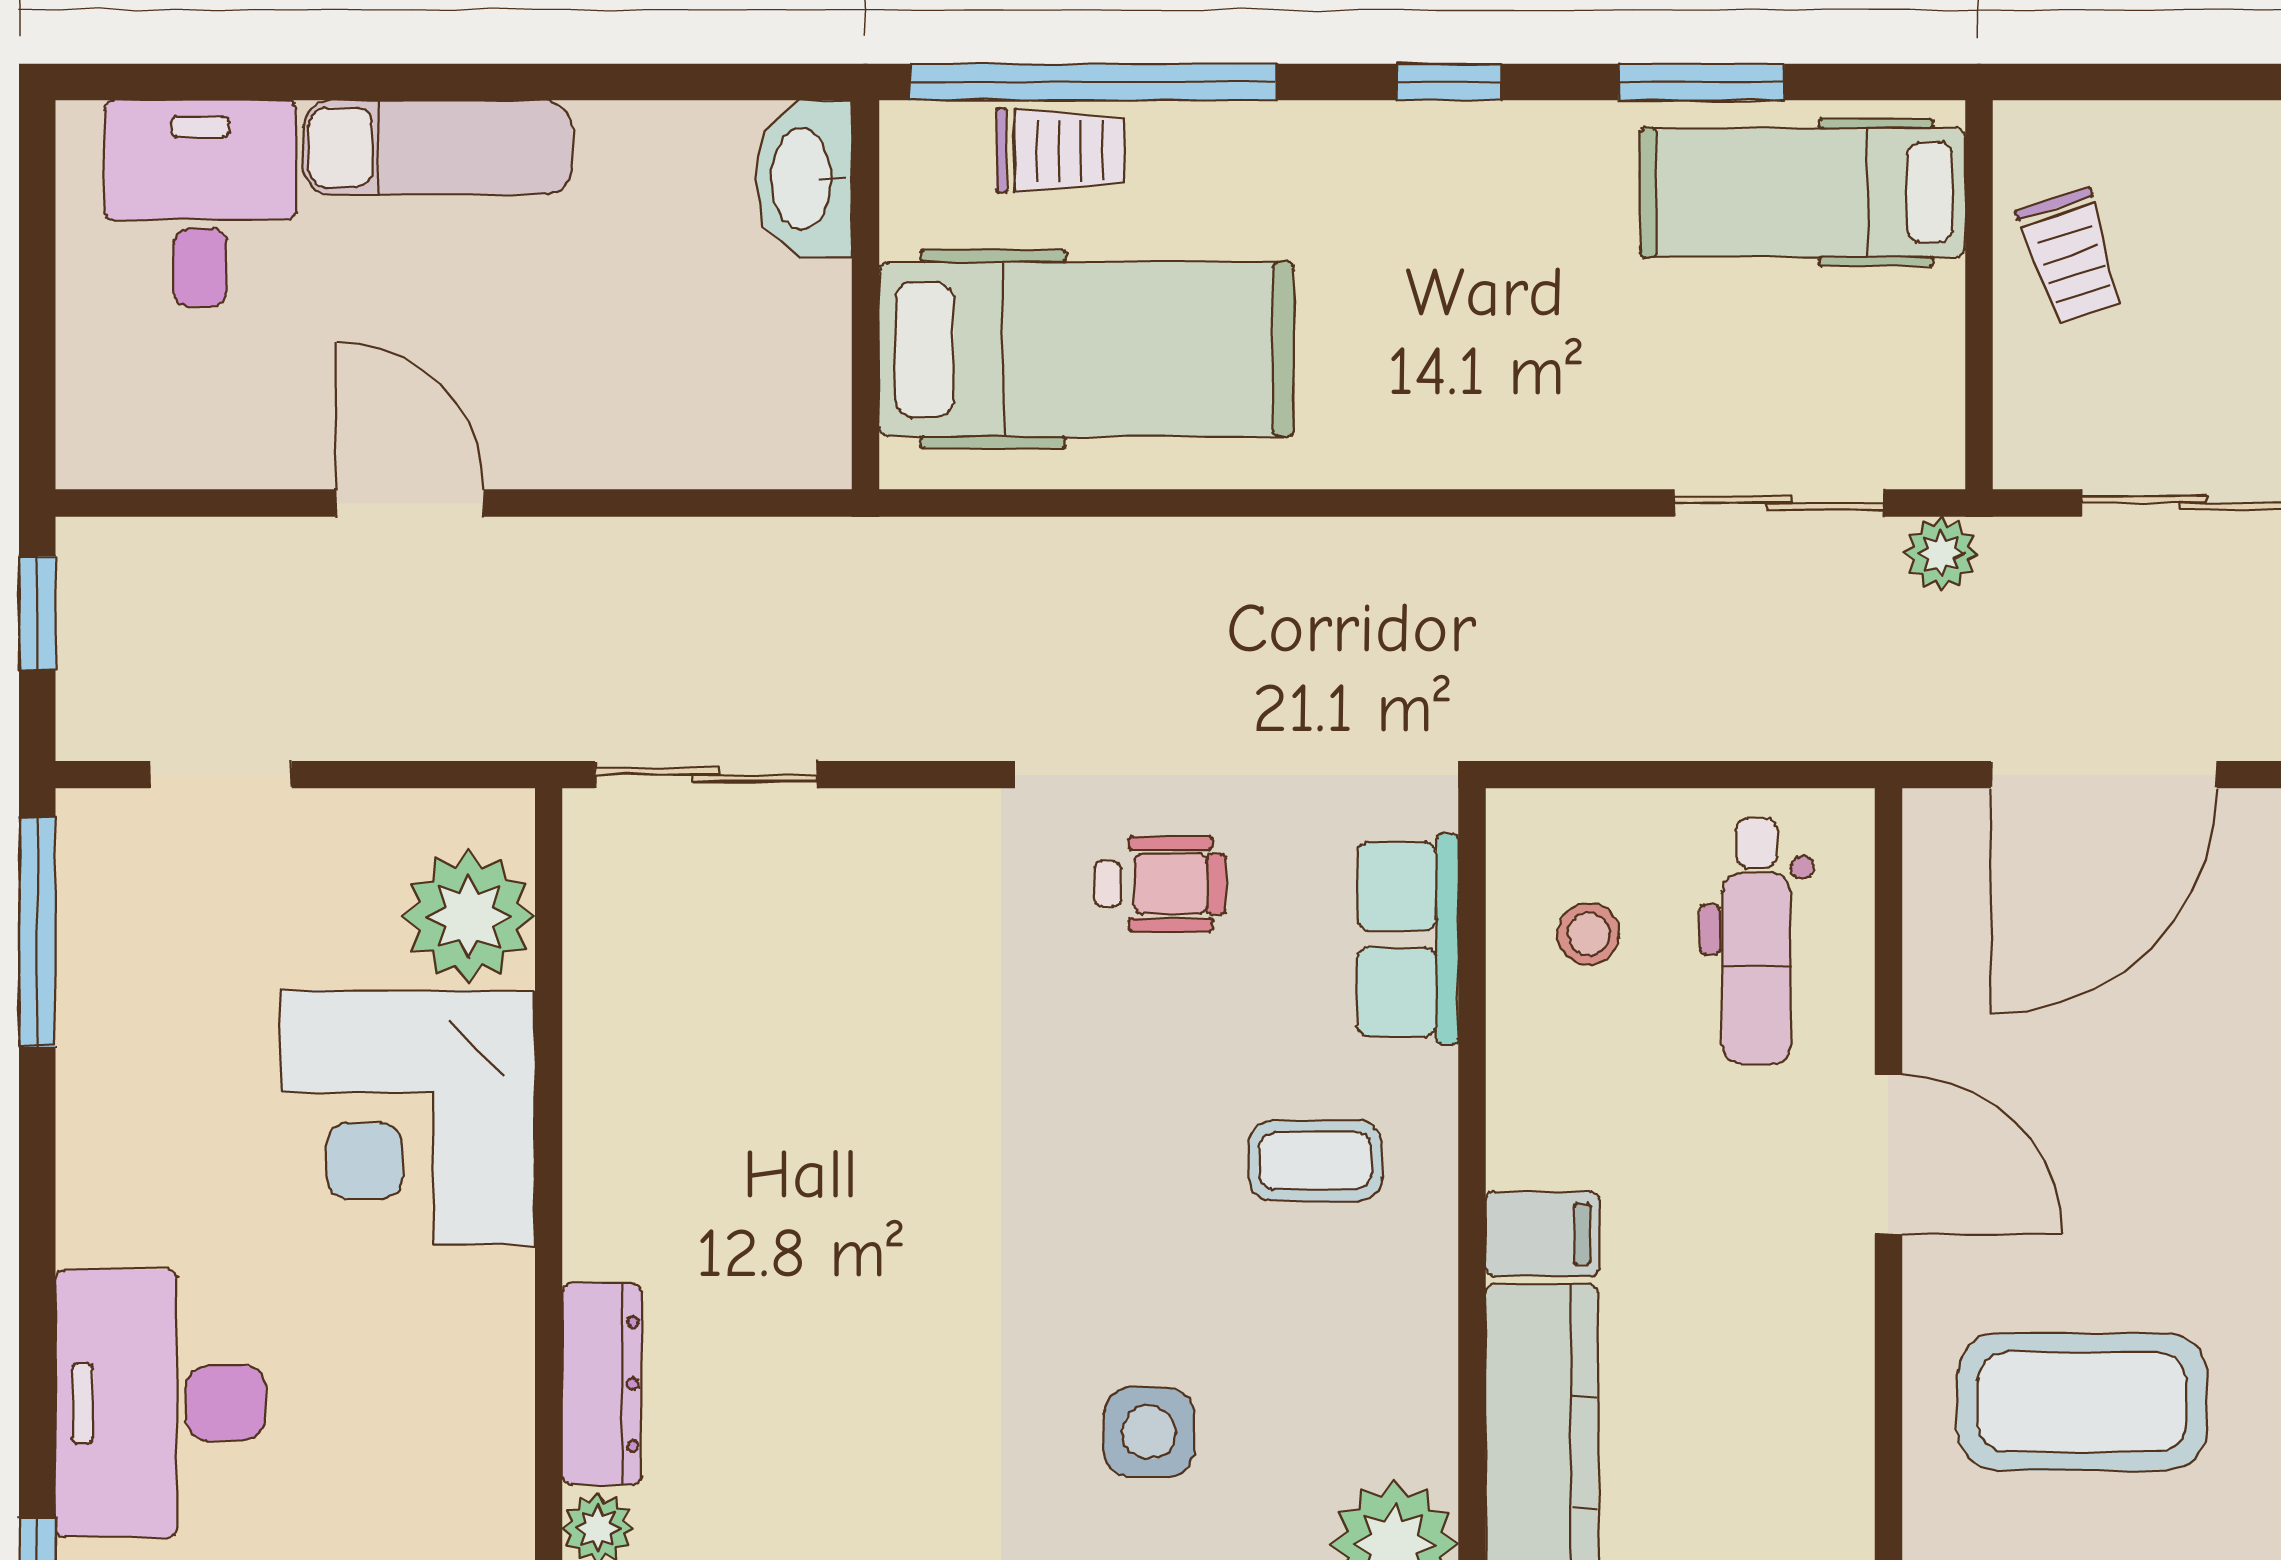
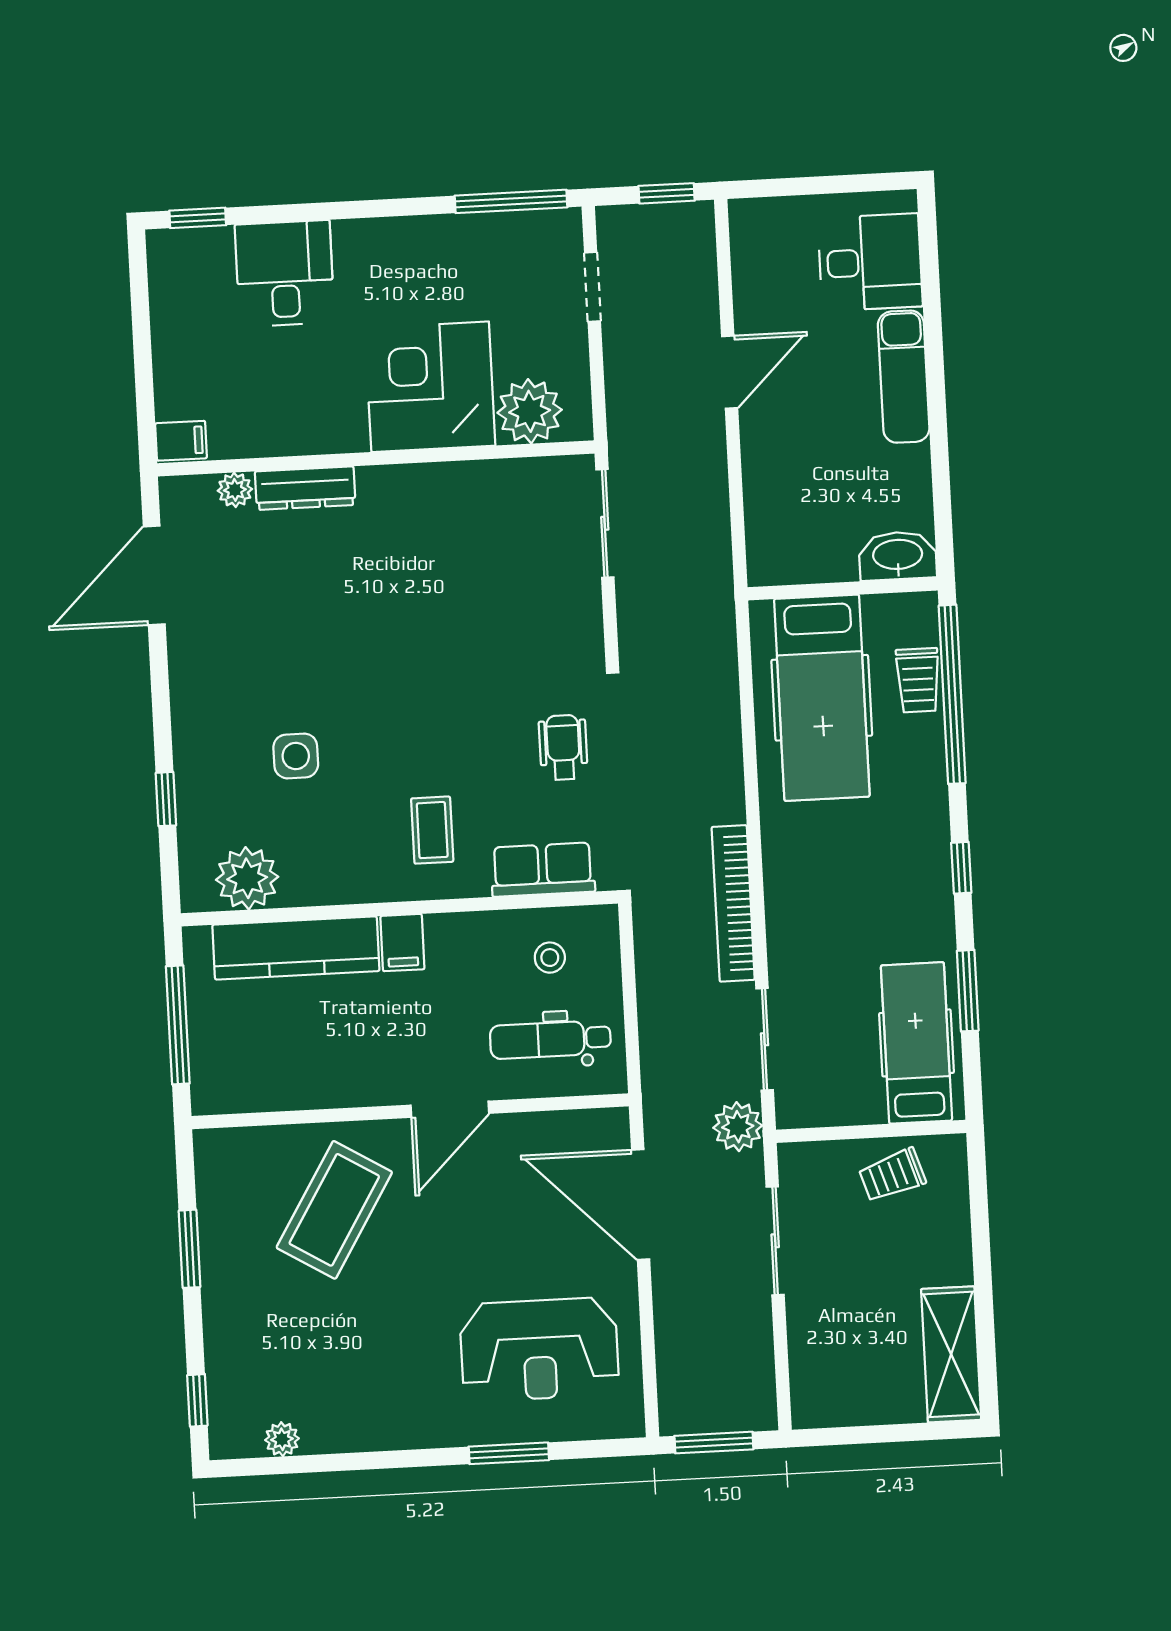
bookcase: (1498, 553) -> (733, 903), added
plant: (1941, 553) -> (738, 1127), width x1.38, depth x1.38
wheelchair: (1160, 884) -> (563, 747), turned 180
coffee table: (2082, 1402) -> (334, 1210), turned 31
desk: (160, 1403) -> (285, 274), width x0.73

